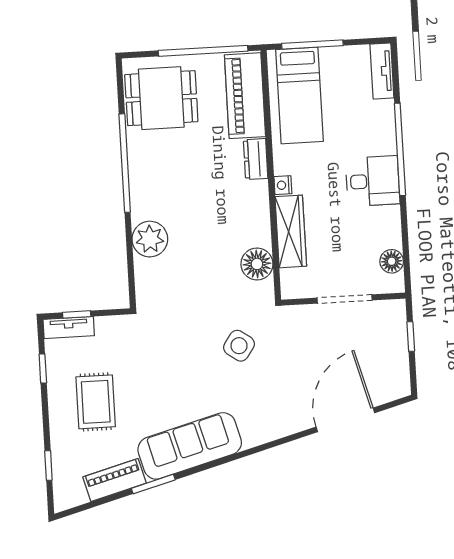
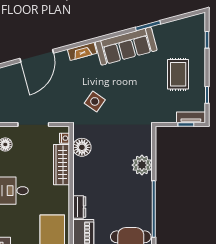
nightstand: (283, 185) -> (65, 138), moved
fireplace: (266, 432) -> (82, 51), added
piano: (115, 480) -> (170, 29), removed

